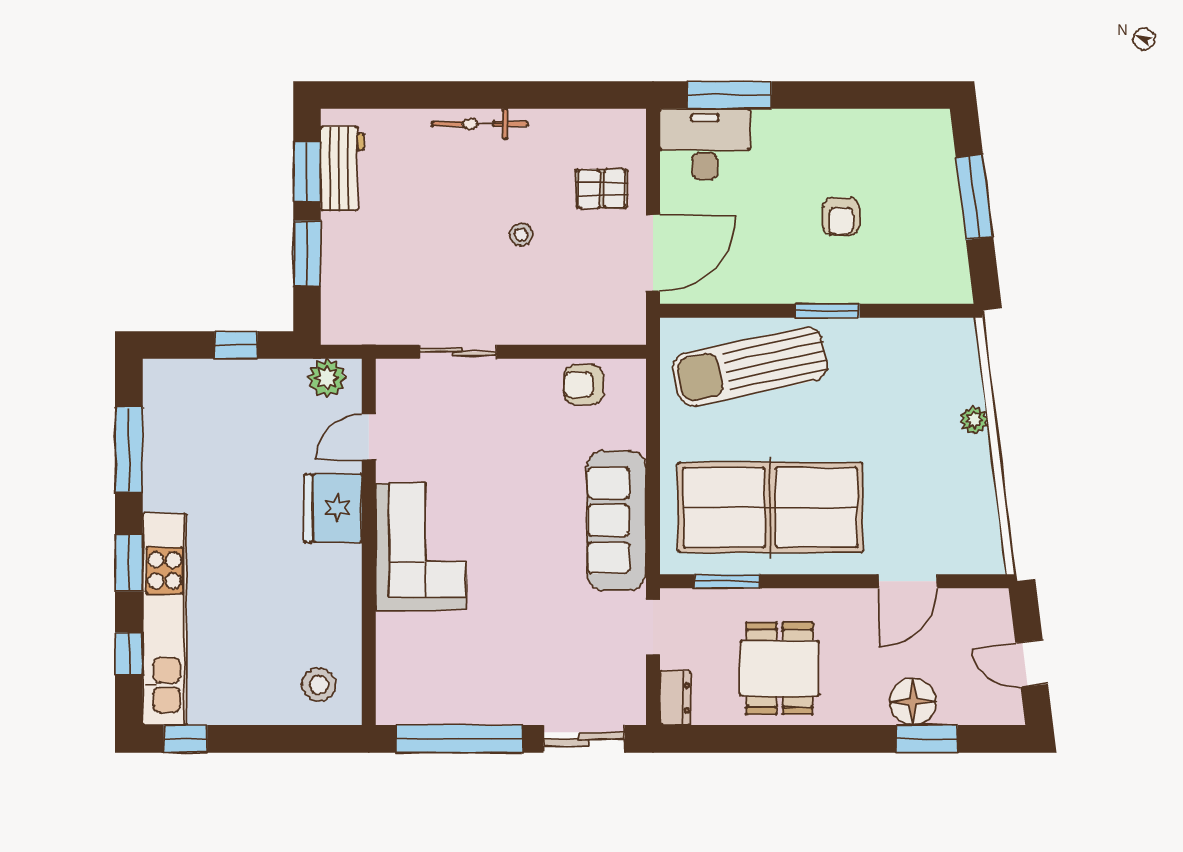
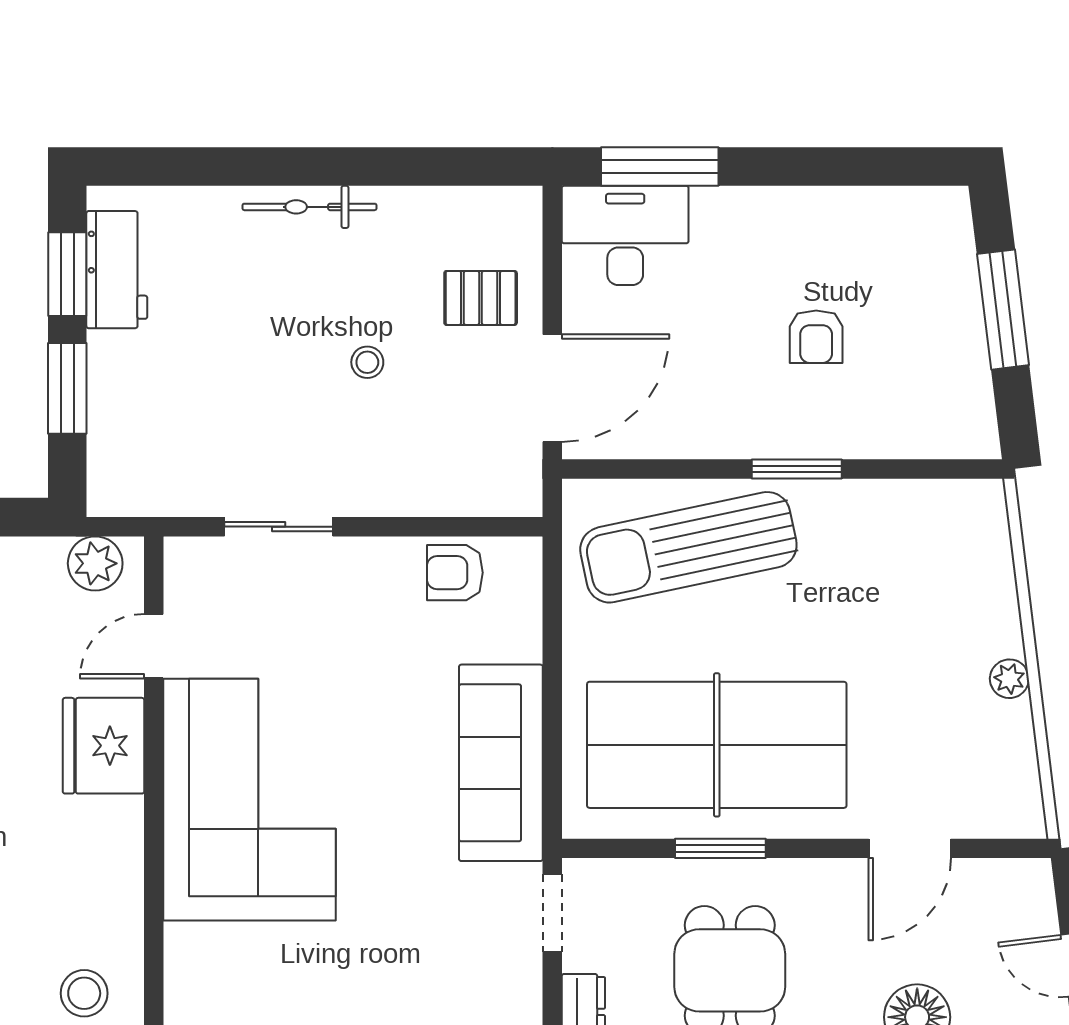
plant: (974, 420) -> (1009, 679), moved
corner sofa: (421, 547) -> (250, 800), width x1.36, depth x1.36
window: (727, 581) -> (720, 848), moved

